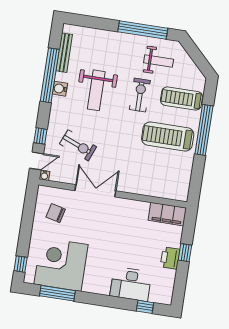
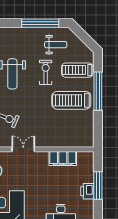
double door: (95, 191) -> (23, 149), width x0.73
filing cabinet: (167, 214) -> (63, 159), moved
window: (185, 253) -> (98, 185), width x2.17

